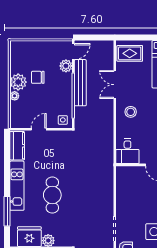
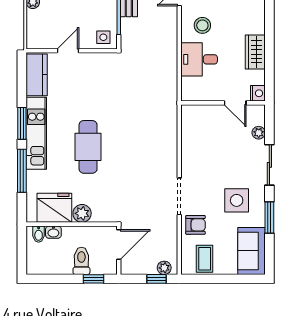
desk: (127, 151) -> (199, 59), moved, turned 90
window: (7, 179) -> (22, 123), added

